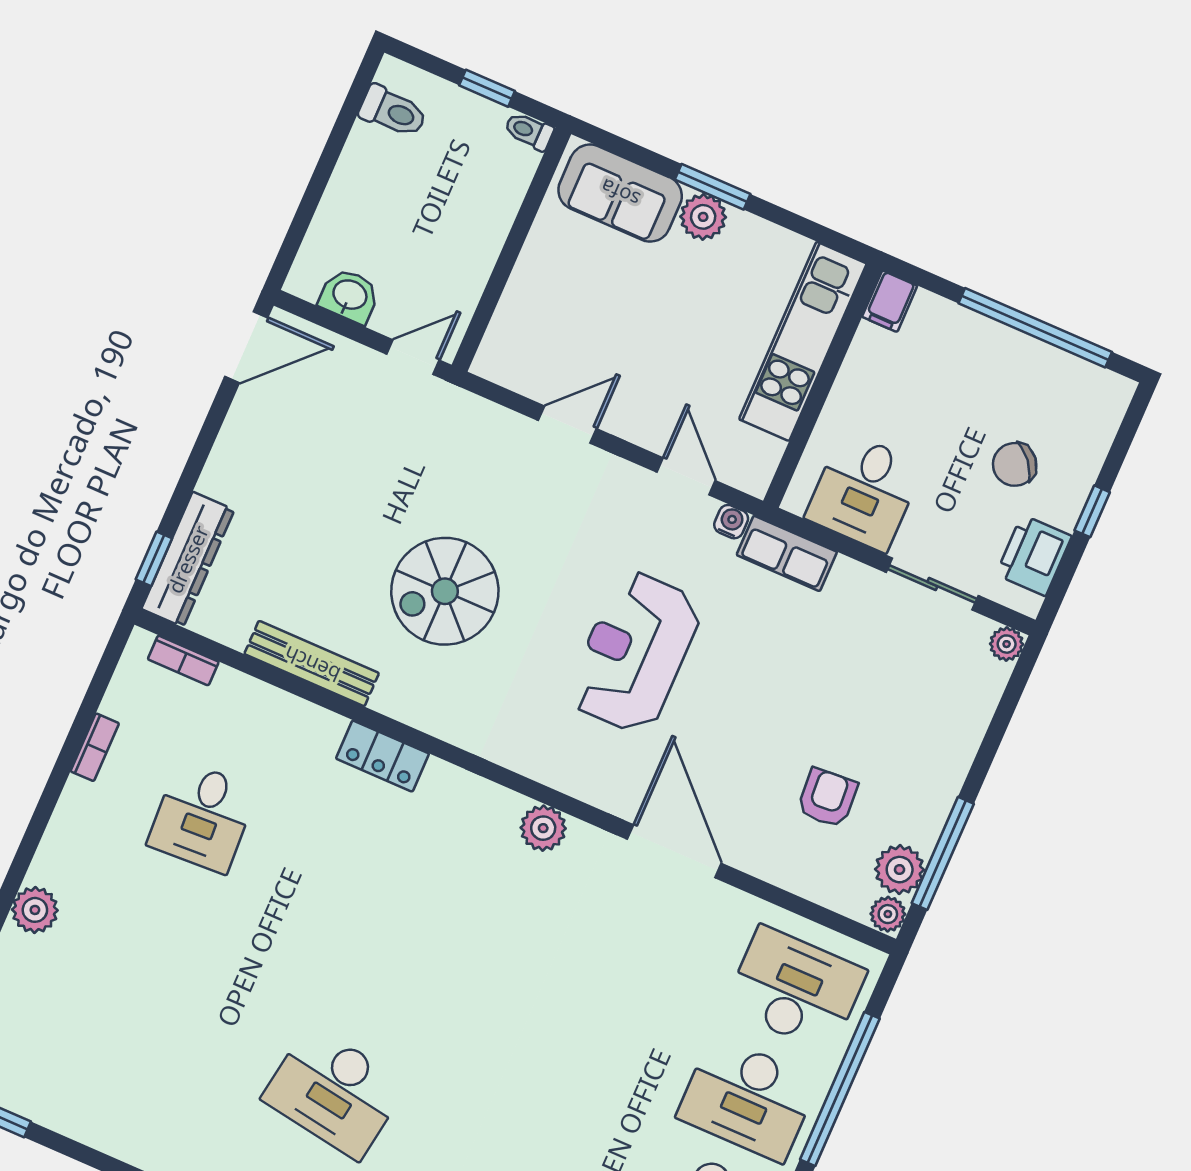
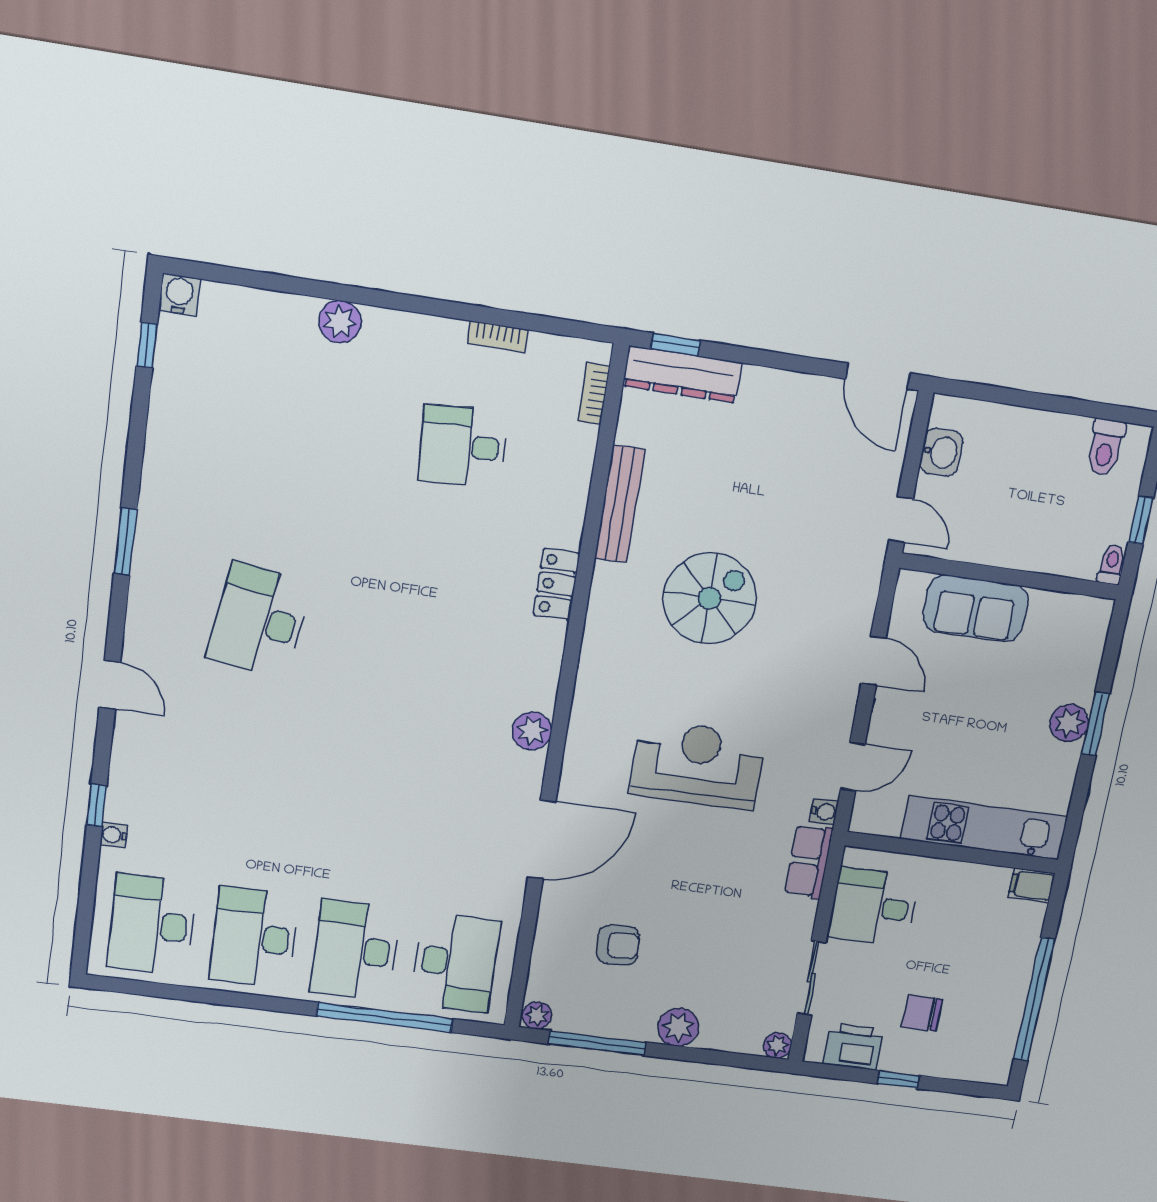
sofa: (620, 193) -> (975, 608), moved, turned -90
chair: (1015, 464) -> (922, 1013), turned -50
spiral stairs: (445, 591) -> (709, 598), turned 90
plant: (900, 870) -> (678, 1027), moved

